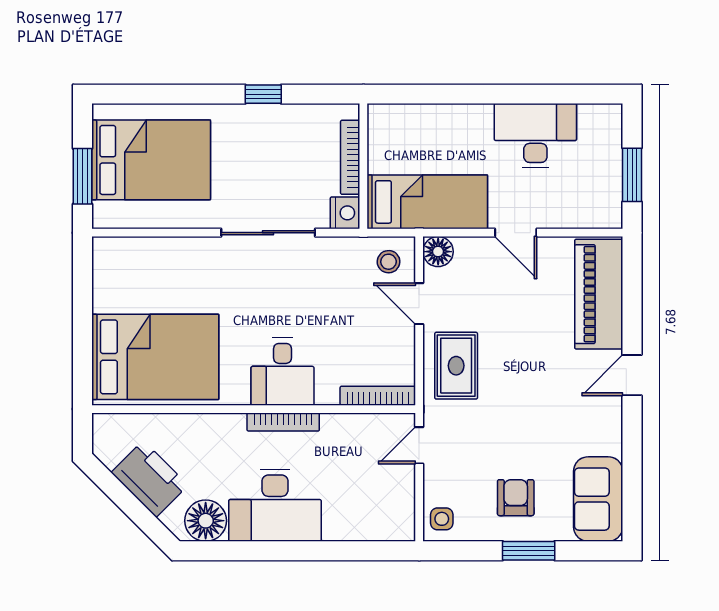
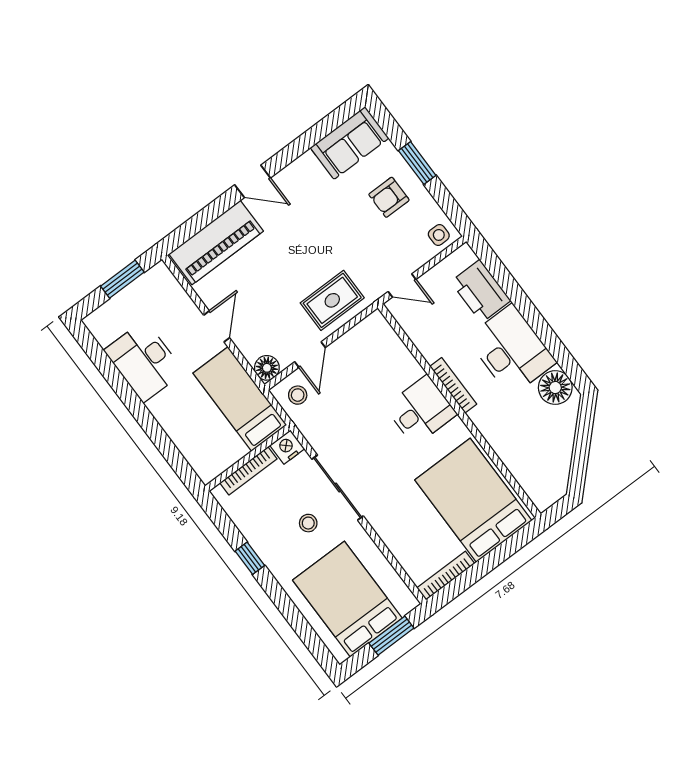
stool: (255, 178) -> (308, 523), added
bookcase: (378, 396) -> (446, 576), moved, turned 90
printer: (150, 479) -> (481, 291), moved, turned -45

